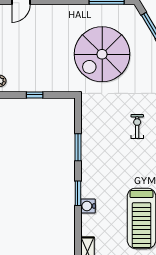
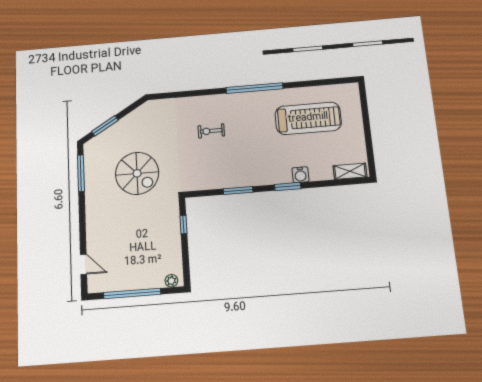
spiral stairs: (102, 54) -> (137, 173), width x0.73, depth x0.73
window: (35, 95) -> (184, 225), moved

